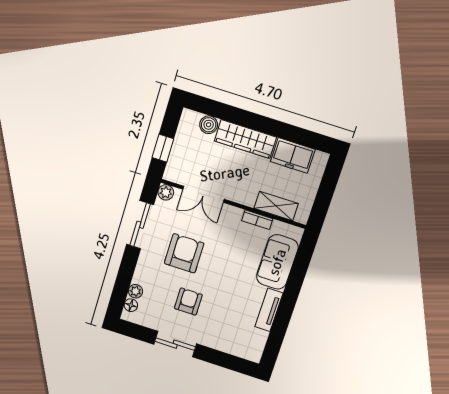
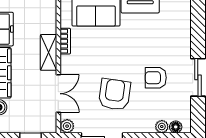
shelving: (276, 206) -> (49, 52), moved
armchair: (184, 253) -> (114, 94), turned 98

